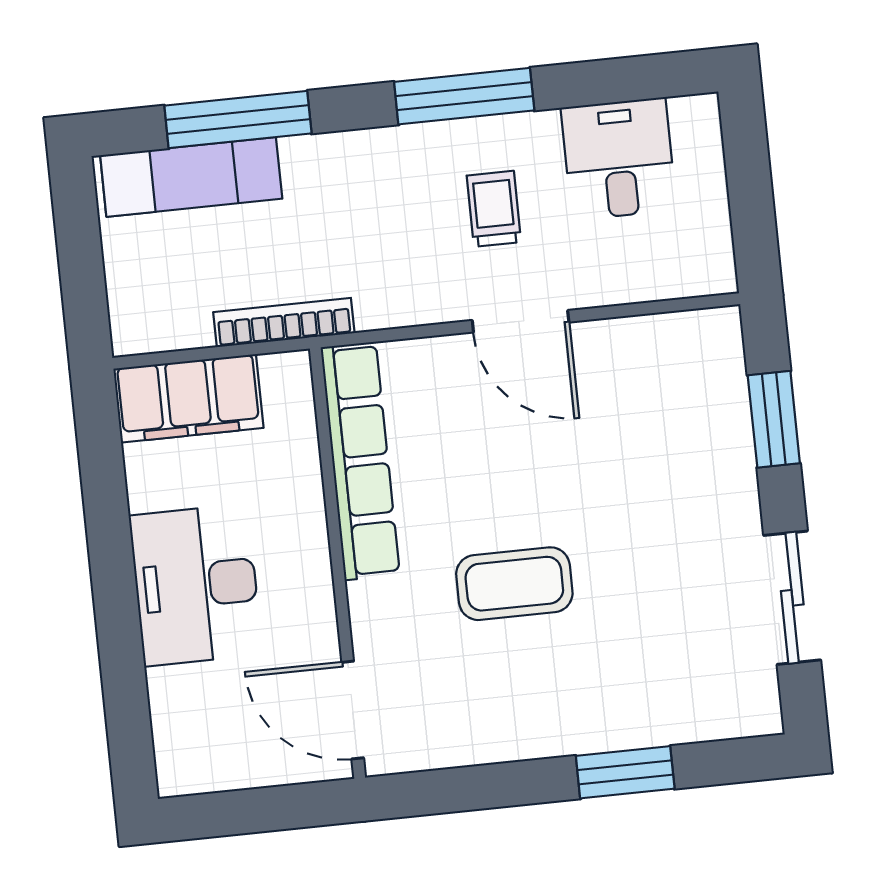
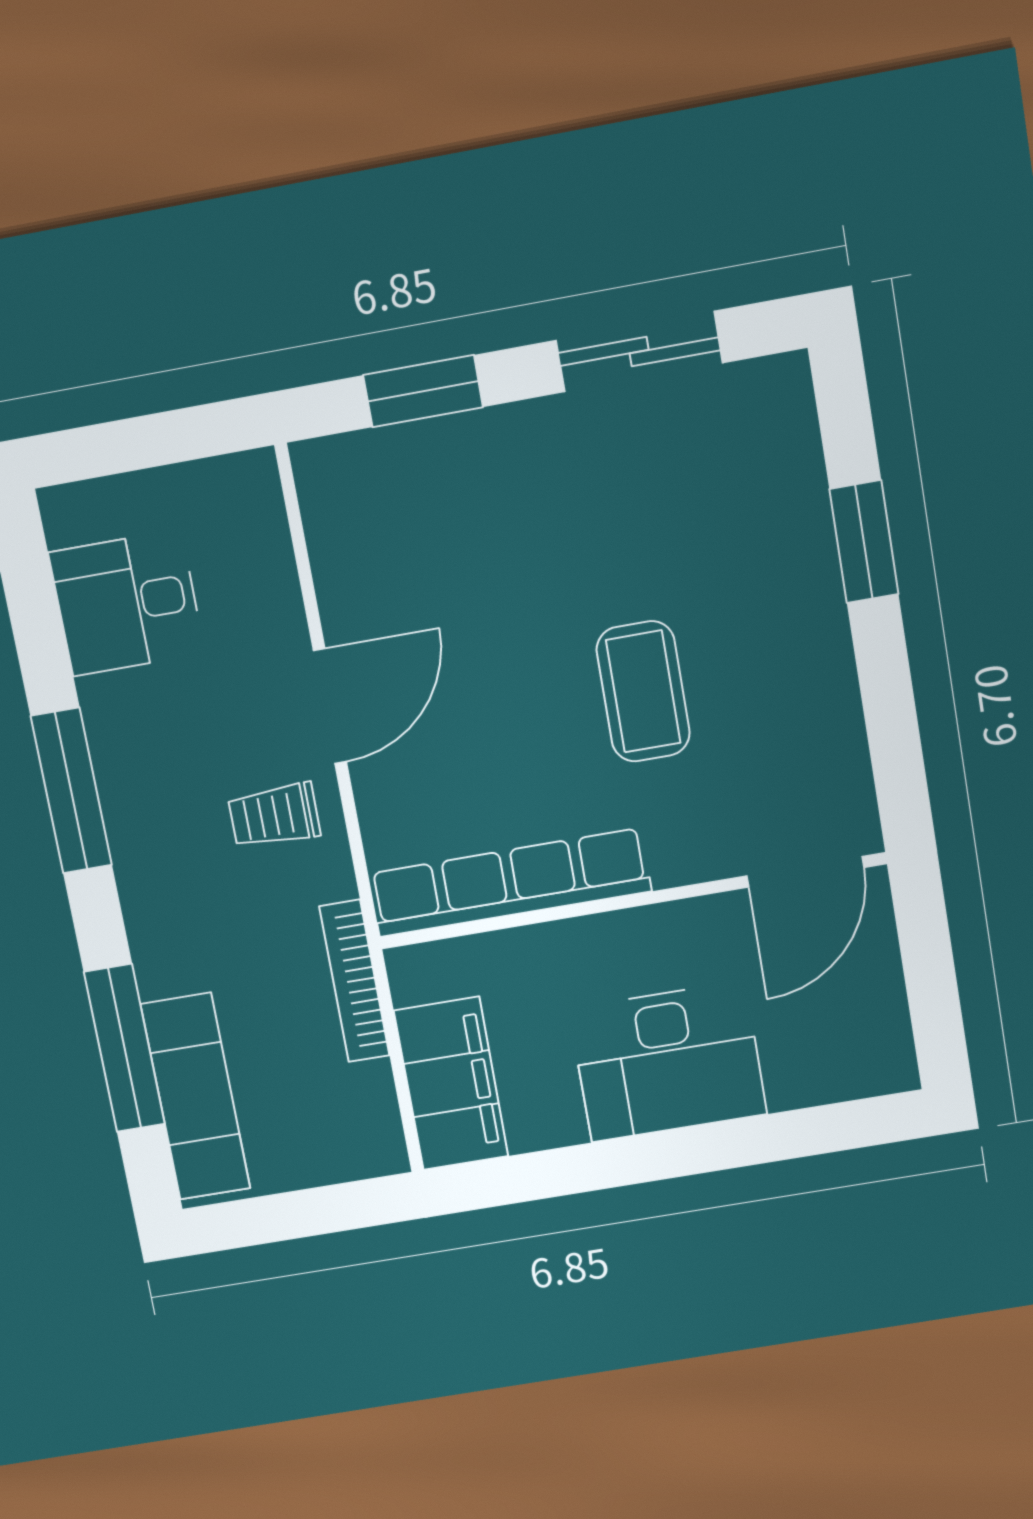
trolley: (494, 209) -> (274, 815), moved

